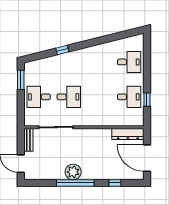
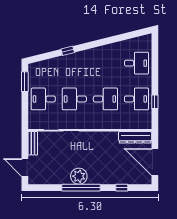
desk: (69, 97) -> (74, 99), turned 180
desk: (99, 97) -> (105, 99), added

